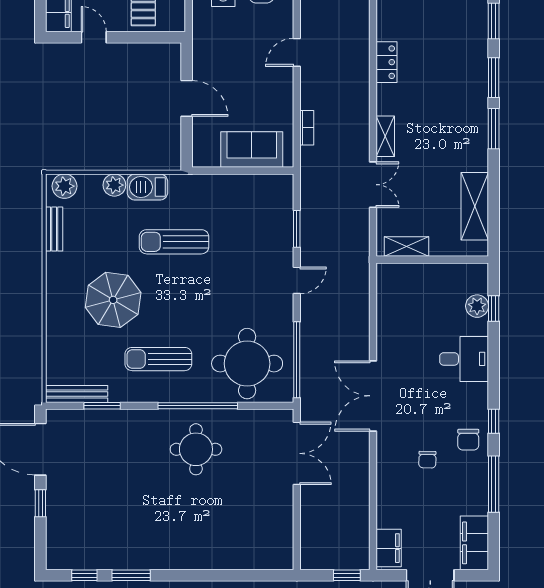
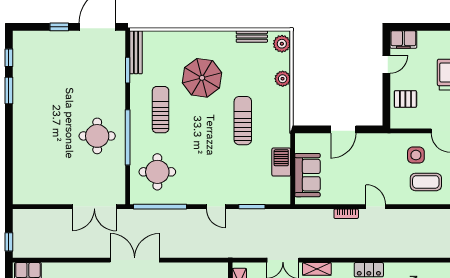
bookcase: (307, 128) -> (346, 214), moved
barbecue: (147, 187) -> (281, 162), moved
round table: (247, 364) -> (157, 172), width x0.73, depth x0.73

